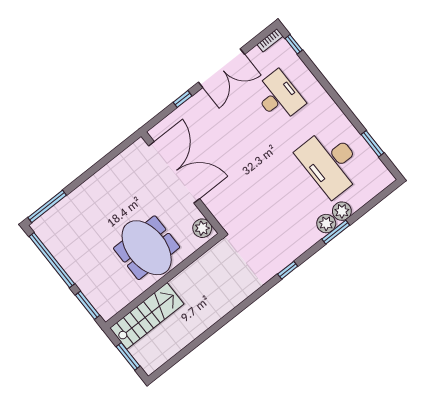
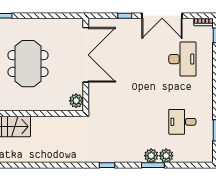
desk: (331, 162) -> (182, 122), width x0.53, depth x0.77
meeting table: (147, 248) -> (28, 64), moved

